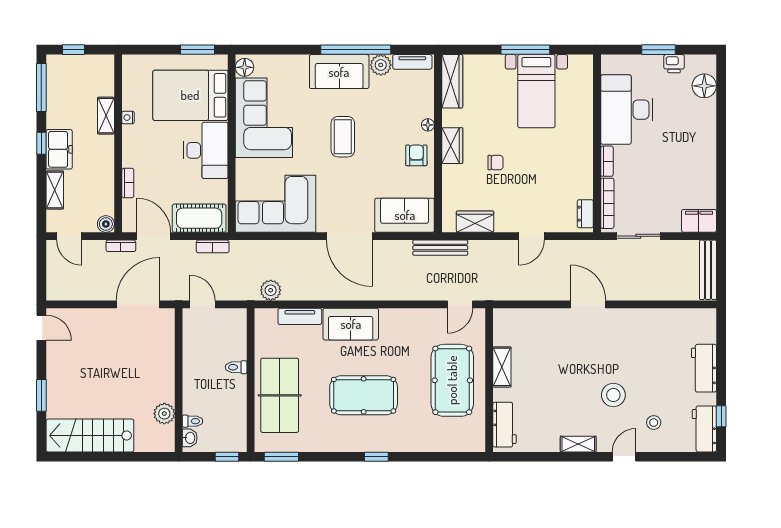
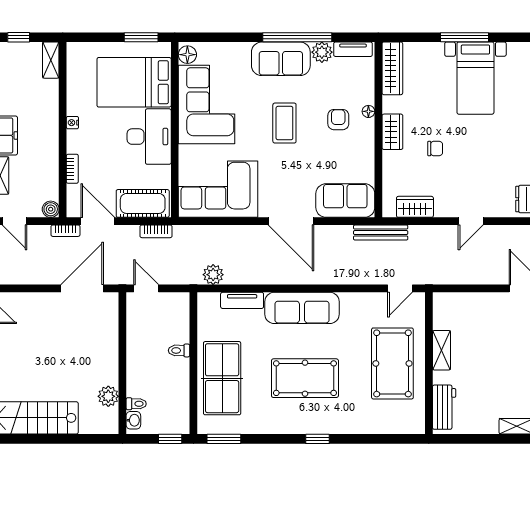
shelving: (106, 116) -> (51, 60), moved
nightstand: (128, 118) -> (72, 123), moved
armchair: (416, 155) -> (338, 120), moved
sofa: (351, 324) -> (302, 308), width x1.36

